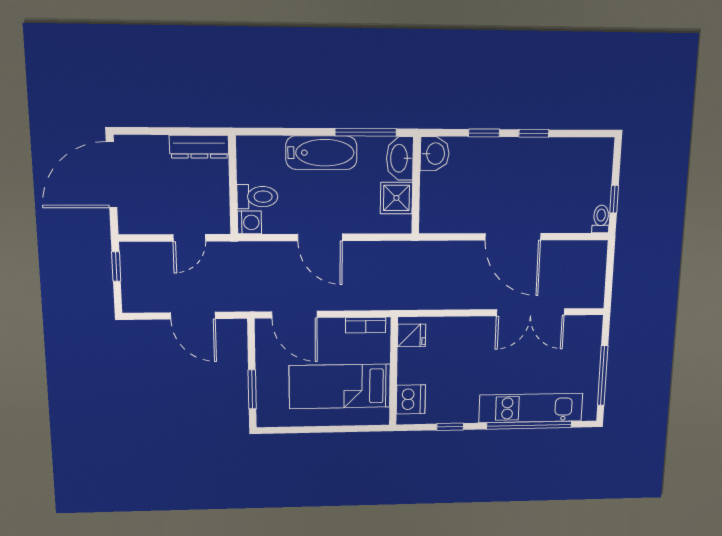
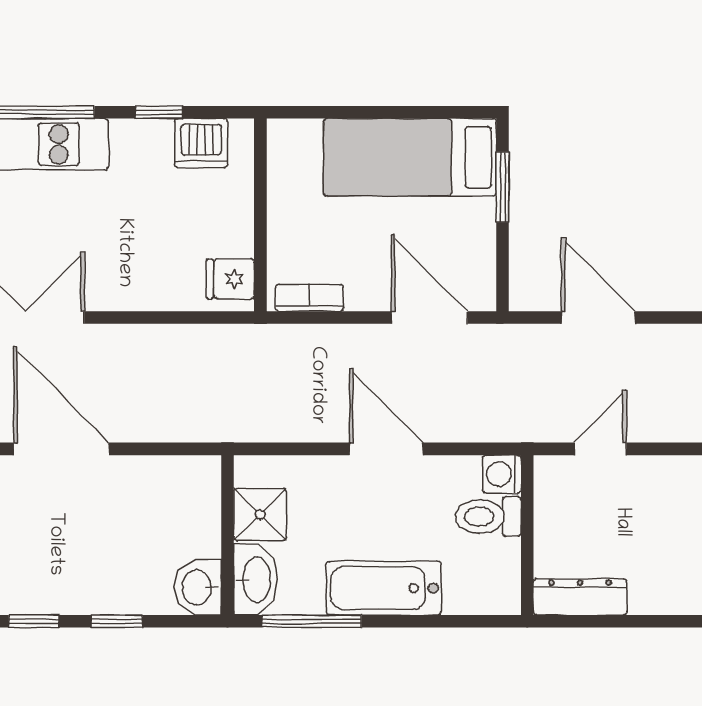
bed: (340, 386) -> (410, 157), moved, turned 180
dishwasher: (411, 399) -> (201, 143), moved, turned -90

